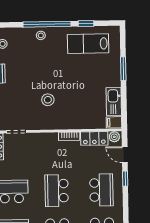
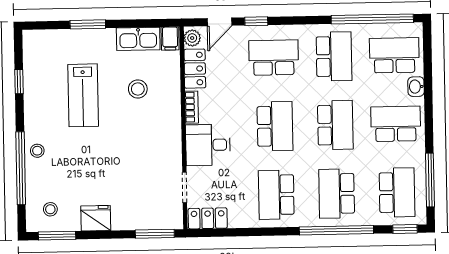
window: (47, 24) -> (21, 168), moved
lab bench: (88, 44) -> (83, 95), moved
stool: (48, 100) -> (138, 89), moved
desk: (44, 147) -> (208, 145), added
school desk: (57, 191) -> (275, 126), turned -90

